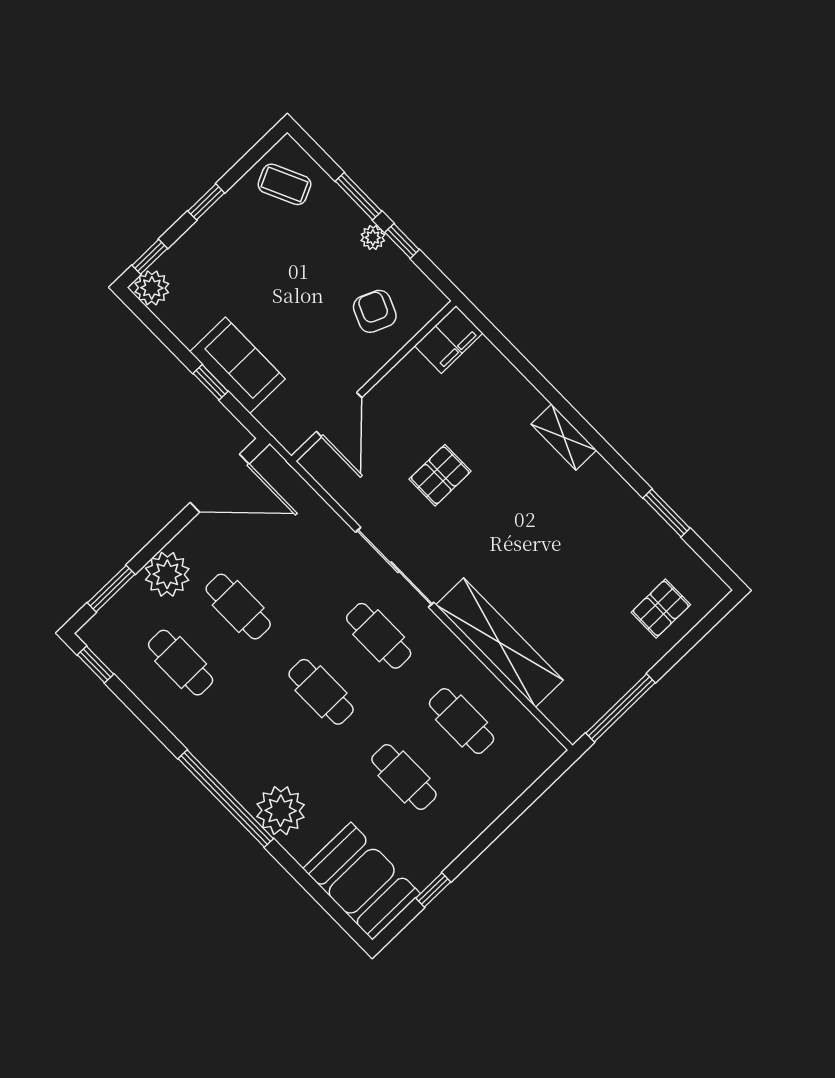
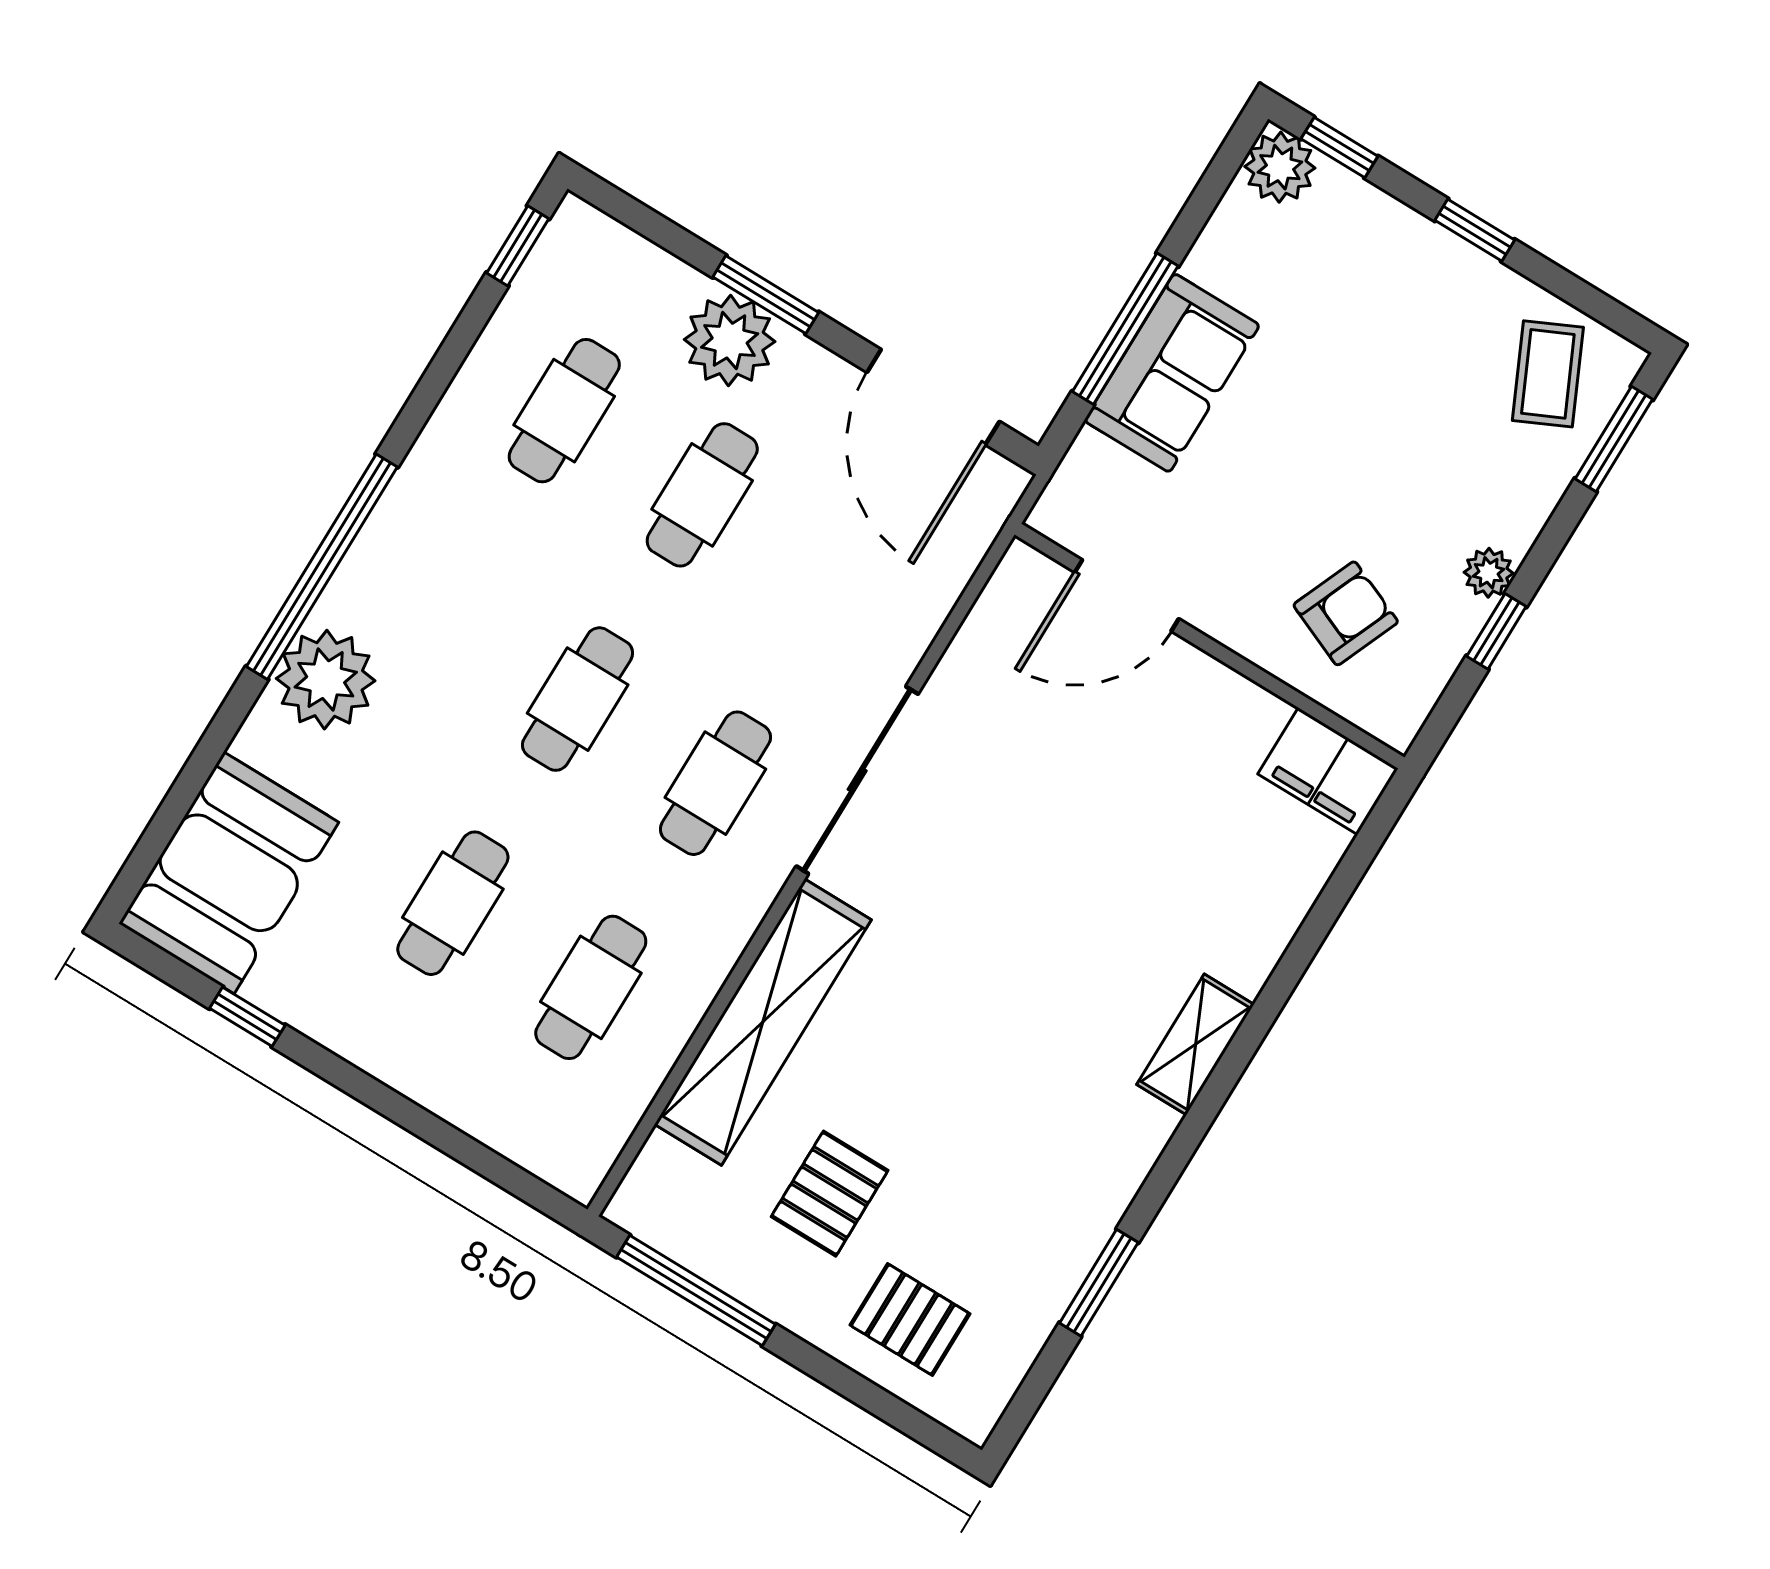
window: (358, 196) -> (1614, 439), moved
window: (211, 382) -> (1125, 329), width x2.17
pallet: (440, 475) -> (830, 1194), moved, turned 90
window: (111, 589) -> (766, 295), moved

